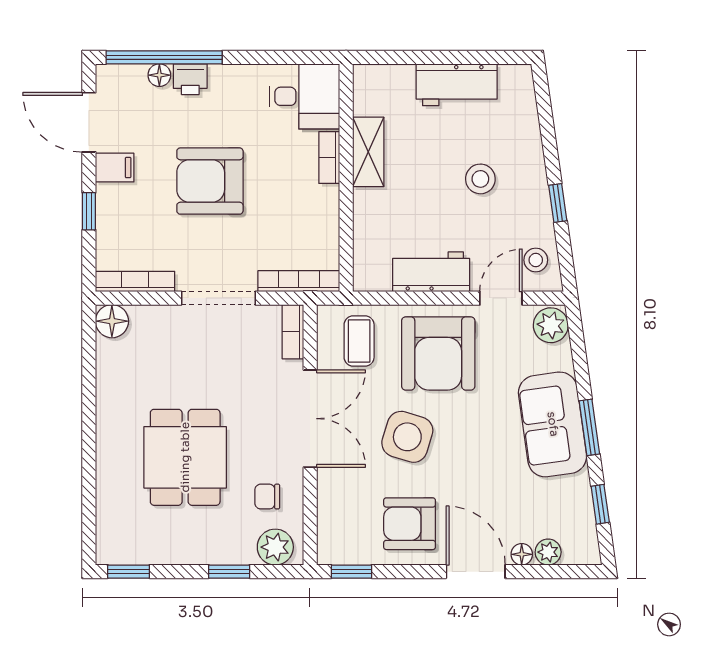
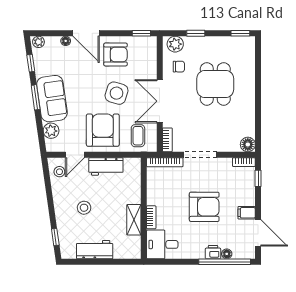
window: (558, 203) -> (55, 237), moved
window: (89, 211) -> (258, 178), moved
bookcase: (135, 281) -> (244, 162), width x0.64
plant: (551, 325) -> (51, 131), moved
plant: (548, 552) -> (38, 42), moved

